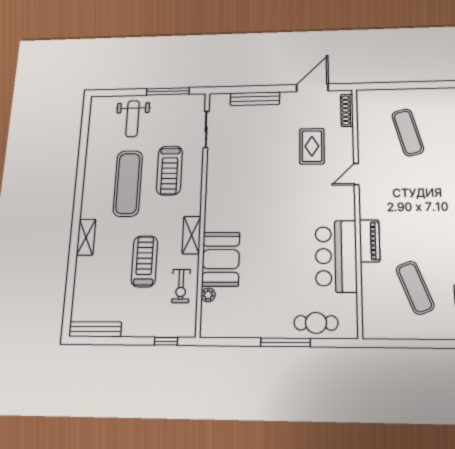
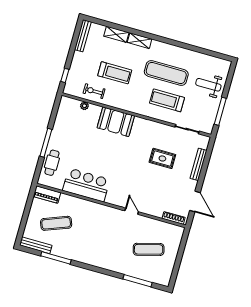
rug: (312, 146) -> (162, 158), moved
shelving: (191, 235) -> (116, 34), moved
piano: (370, 241) -> (47, 195), moved
booth: (221, 259) -> (116, 122), moved

